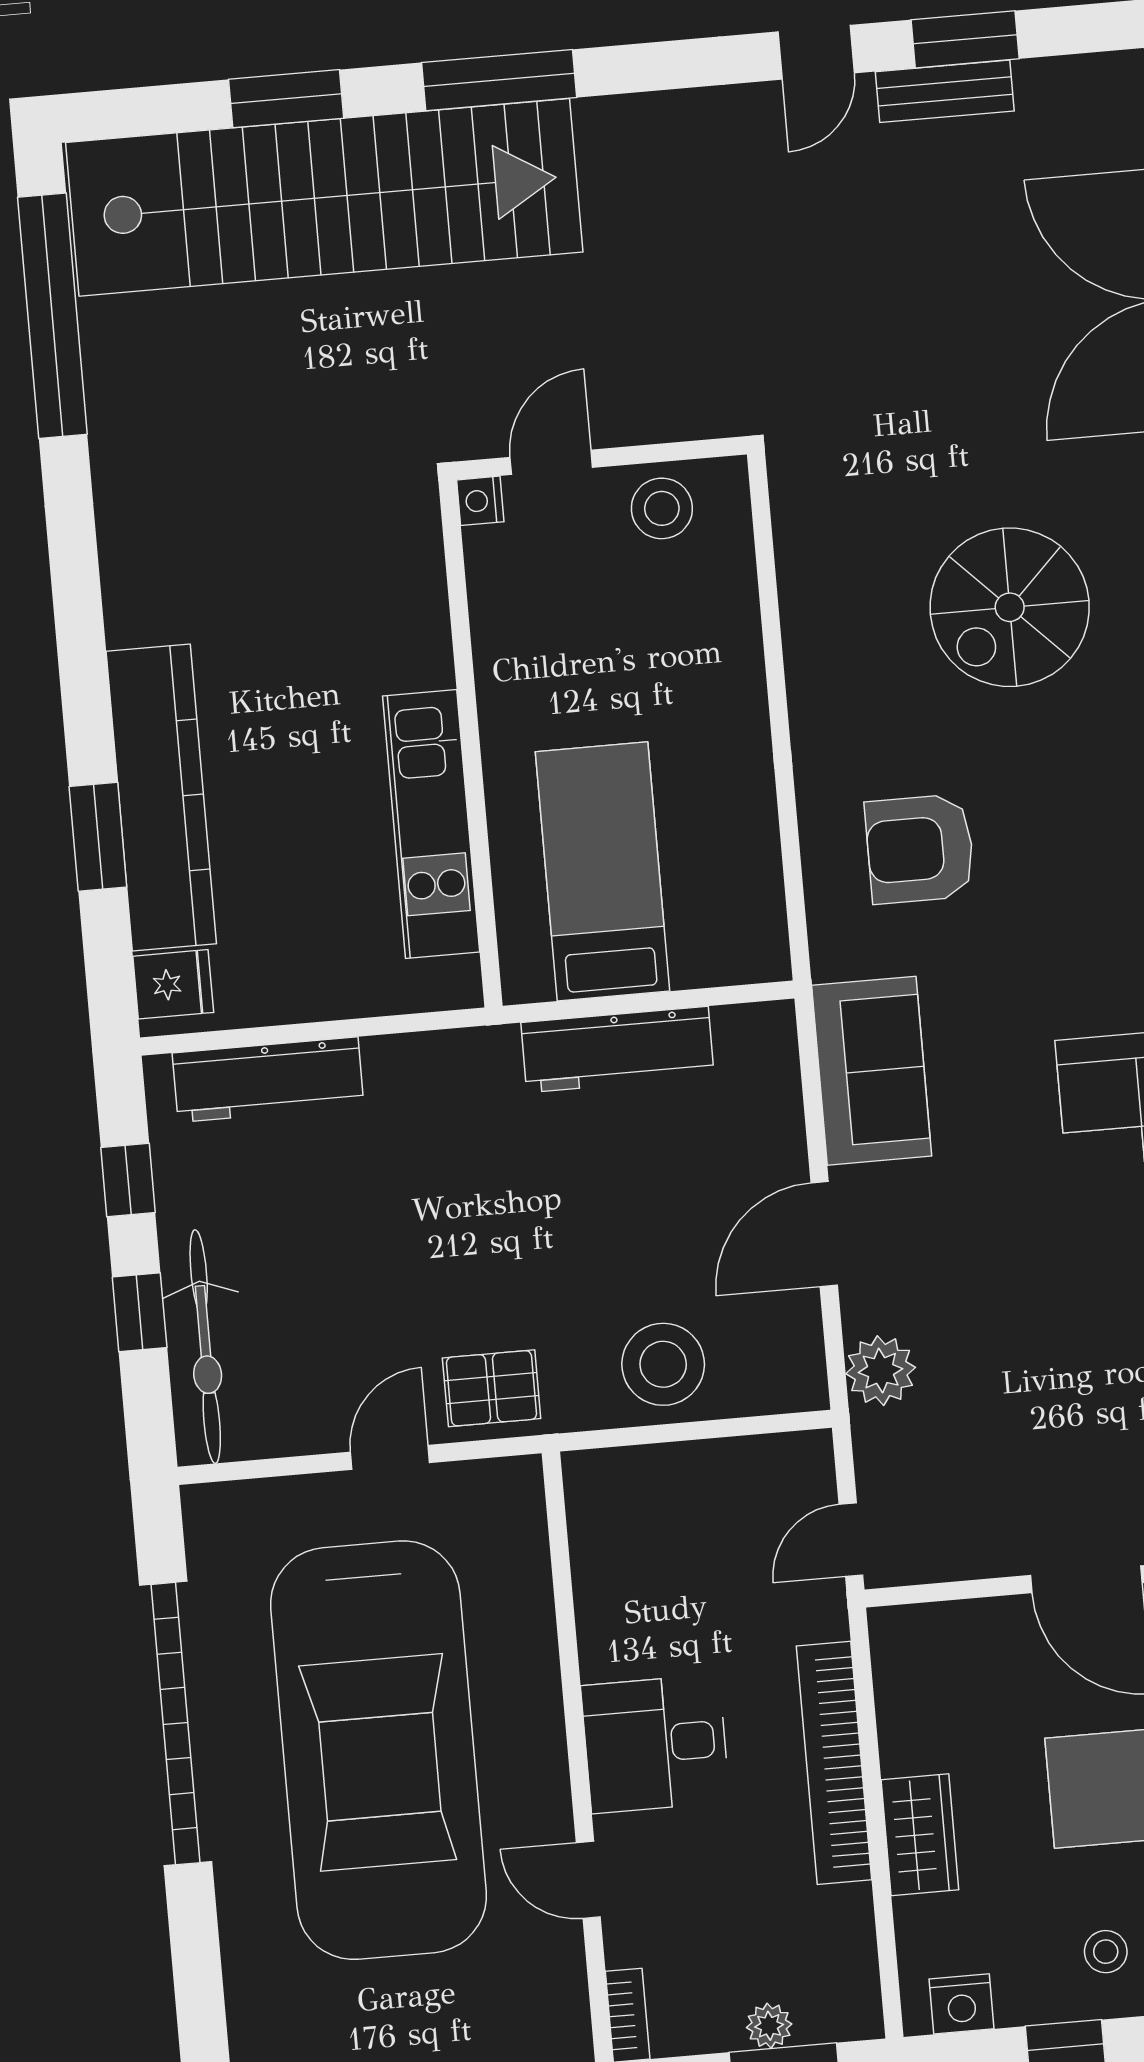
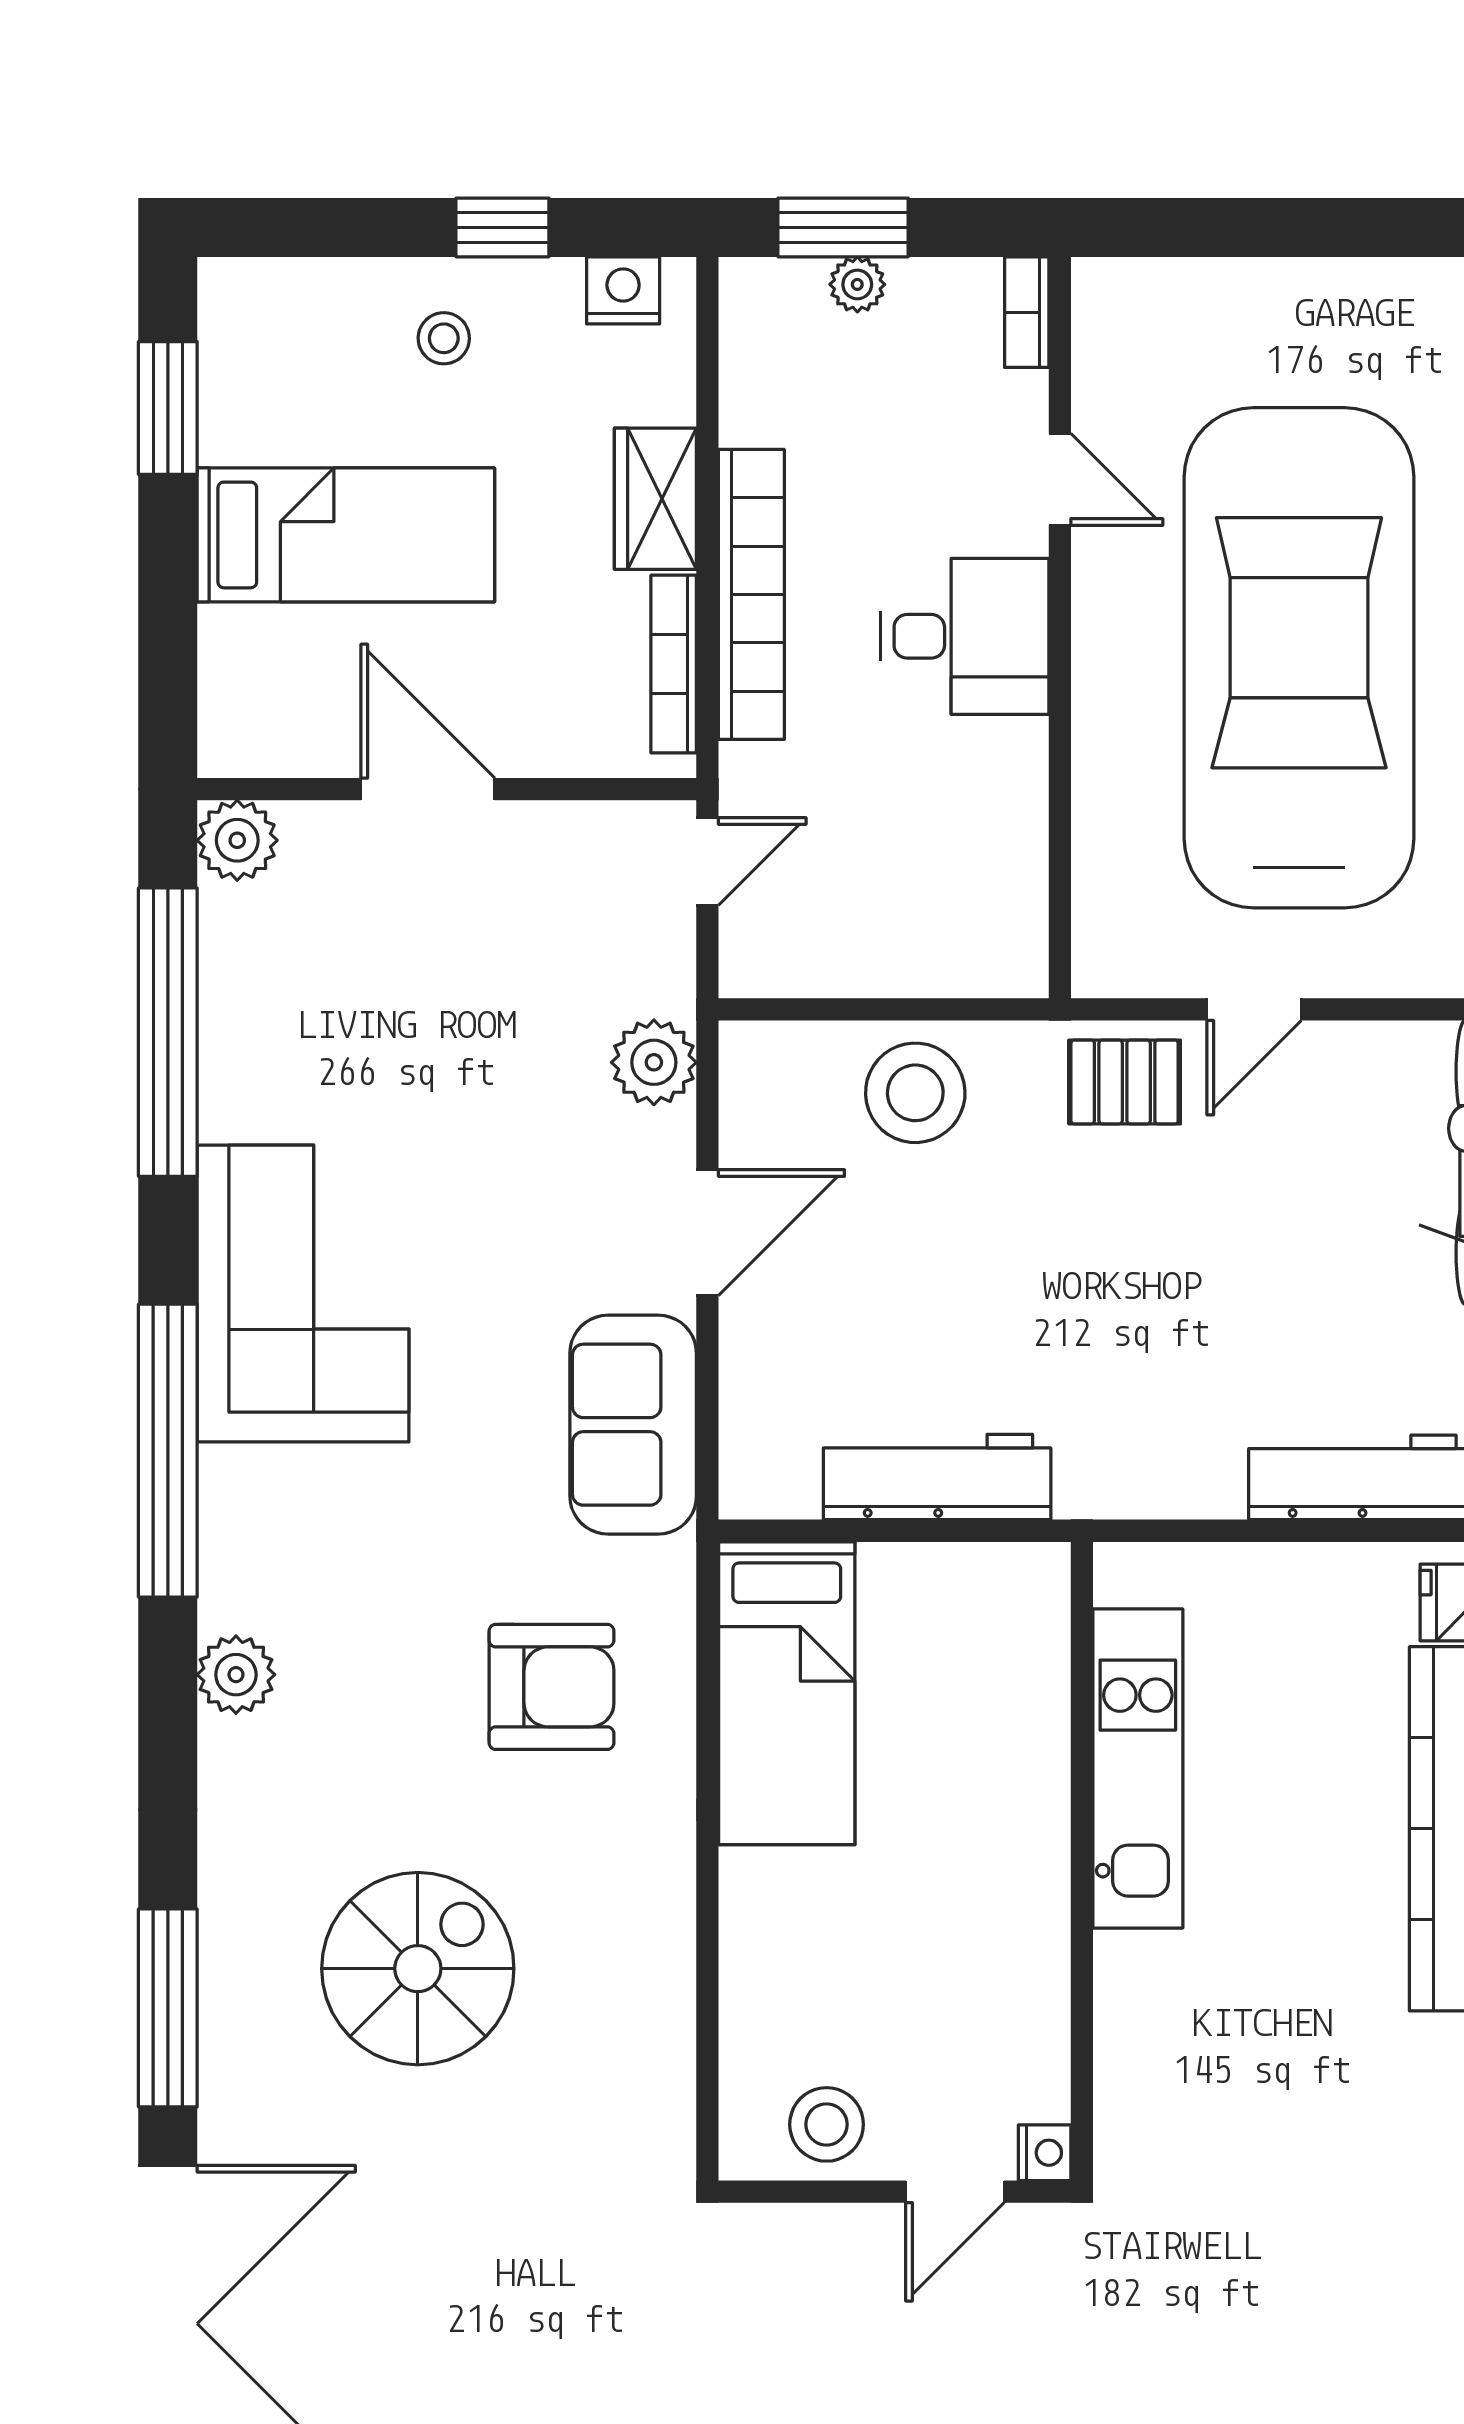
bed: (602, 871) -> (787, 1693), moved
bookcase: (893, 1700) -> (674, 664), added

